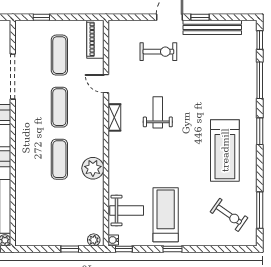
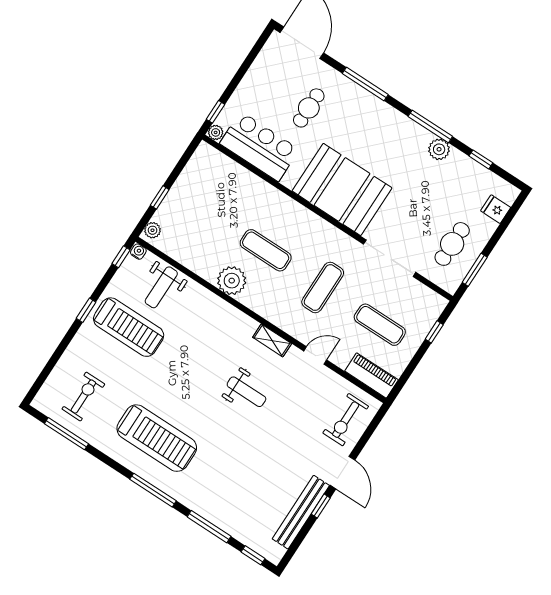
exercise bike: (158, 52) -> (346, 420), moved
exercise mat: (59, 107) -> (323, 287), turned 90
window: (260, 131) -> (153, 490), width x1.44
treadmill: (225, 150) -> (157, 438), turned 180
exercise bike: (229, 215) -> (83, 397), turned 145

